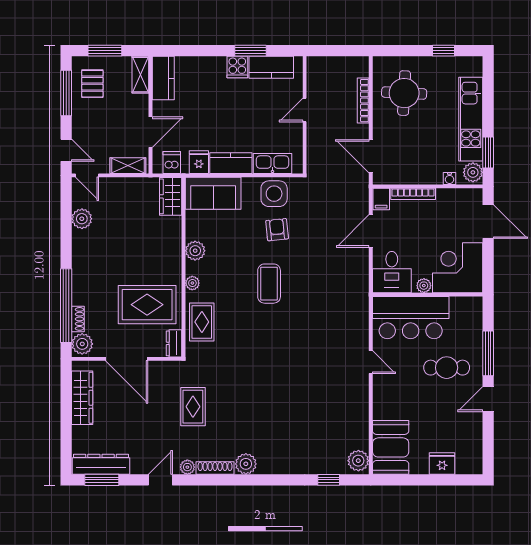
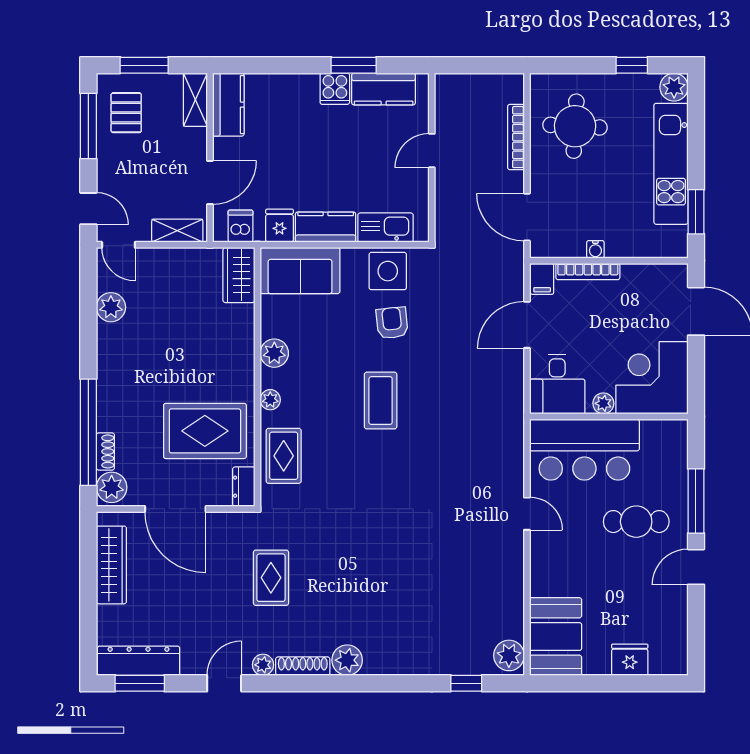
plant: (473, 172) -> (674, 87), moved
water cooler: (450, 179) -> (595, 249), moved

